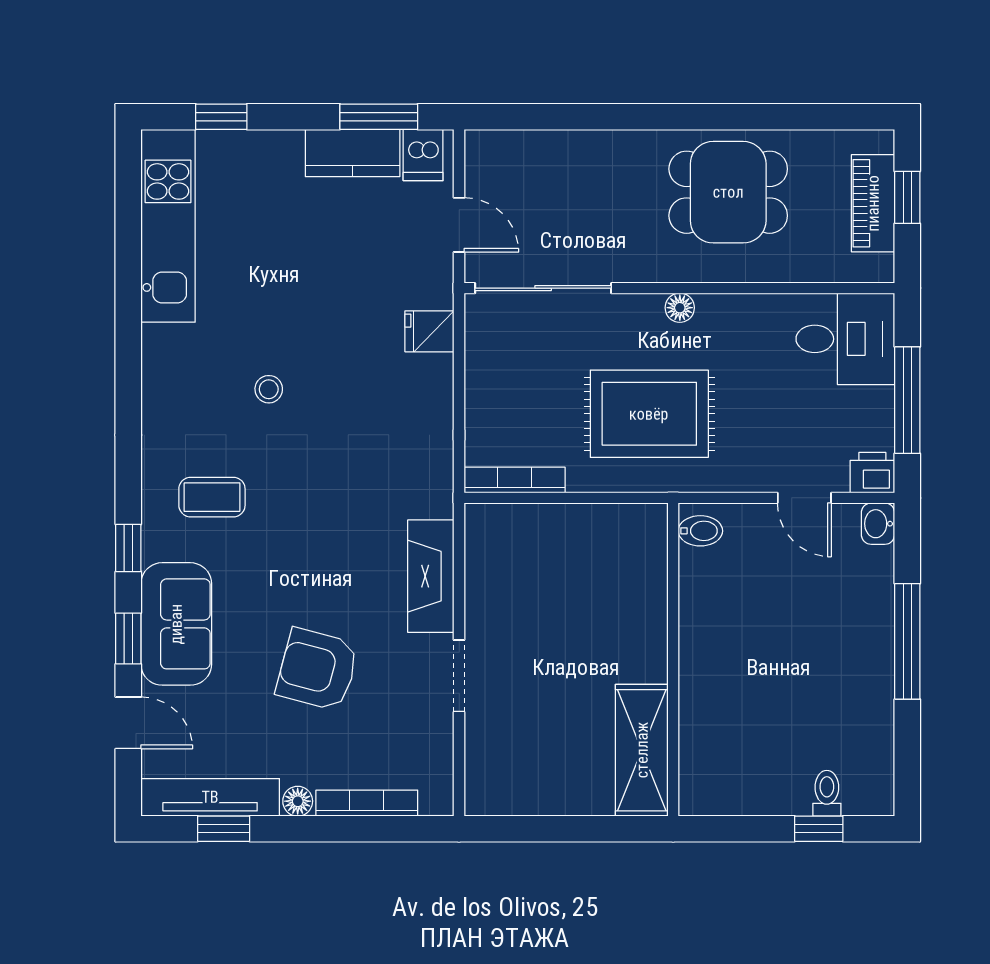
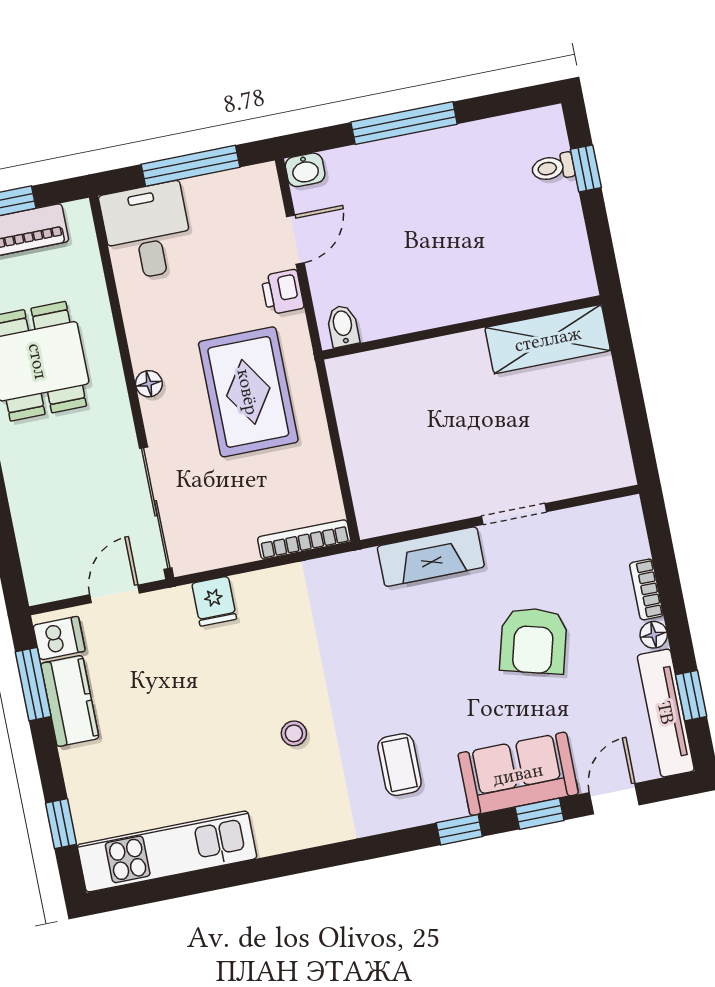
printer: (872, 473) -> (282, 292), moved
bookcase: (515, 480) -> (304, 539), moved, turned 90
bookcase: (367, 803) -> (646, 589), width x0.64

